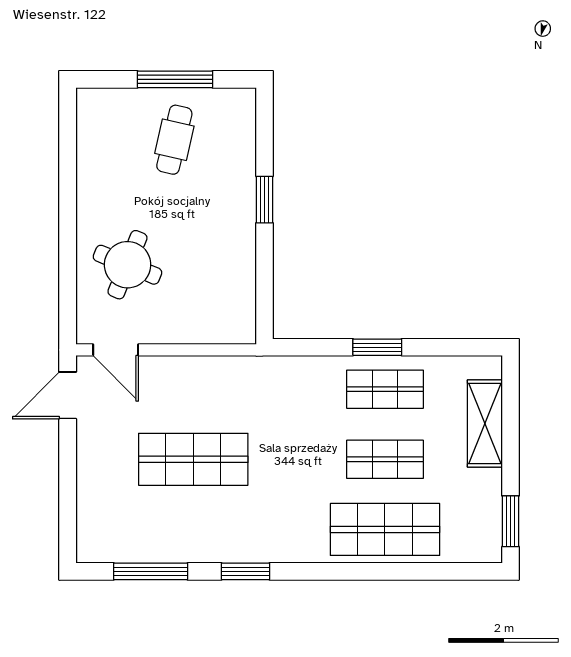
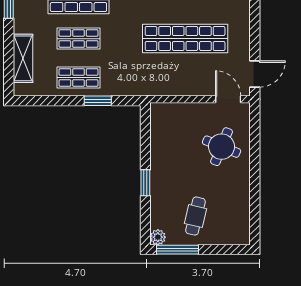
window: (175, 79) -> (178, 250), moved
plant: (242, 102) -> (158, 237), added
window: (377, 347) -> (98, 101), moved
shop shelf: (193, 459) -> (185, 39), width x1.40

